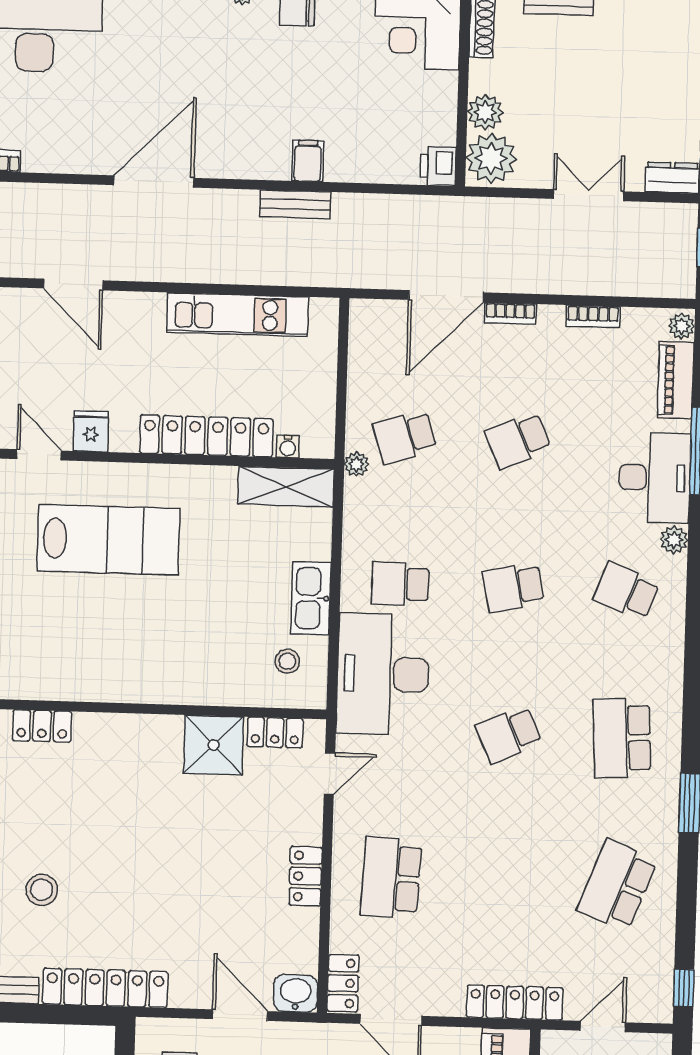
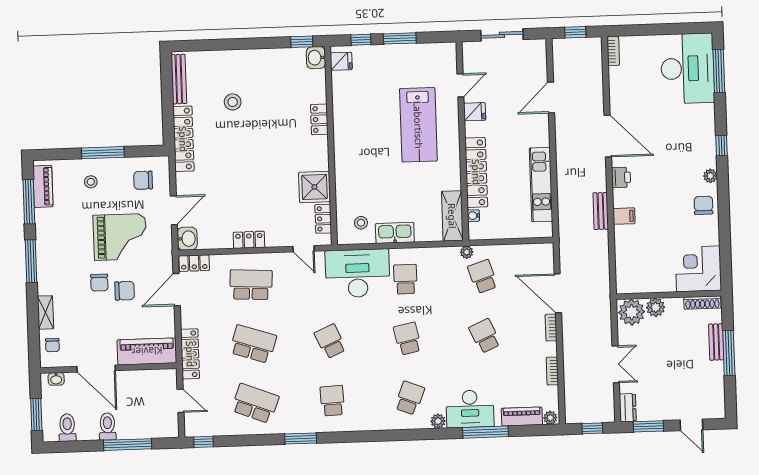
printer: (438, 166) -> (621, 177), moved, turned 90
locker: (42, 726) -> (319, 119), moved
school desk: (622, 738) -> (332, 401), width x0.54
school desk: (504, 881) -> (253, 344), added

